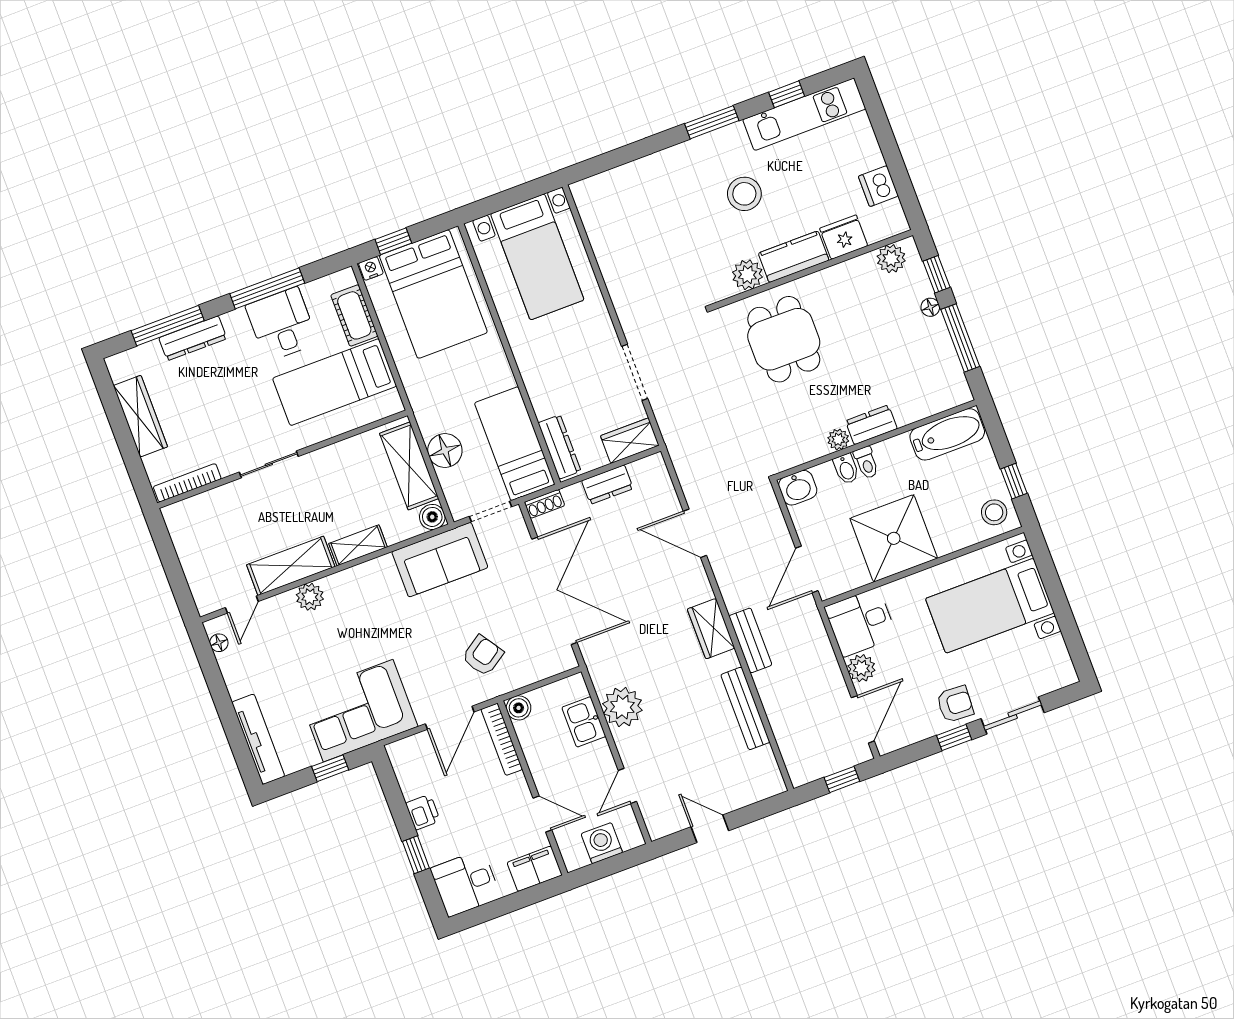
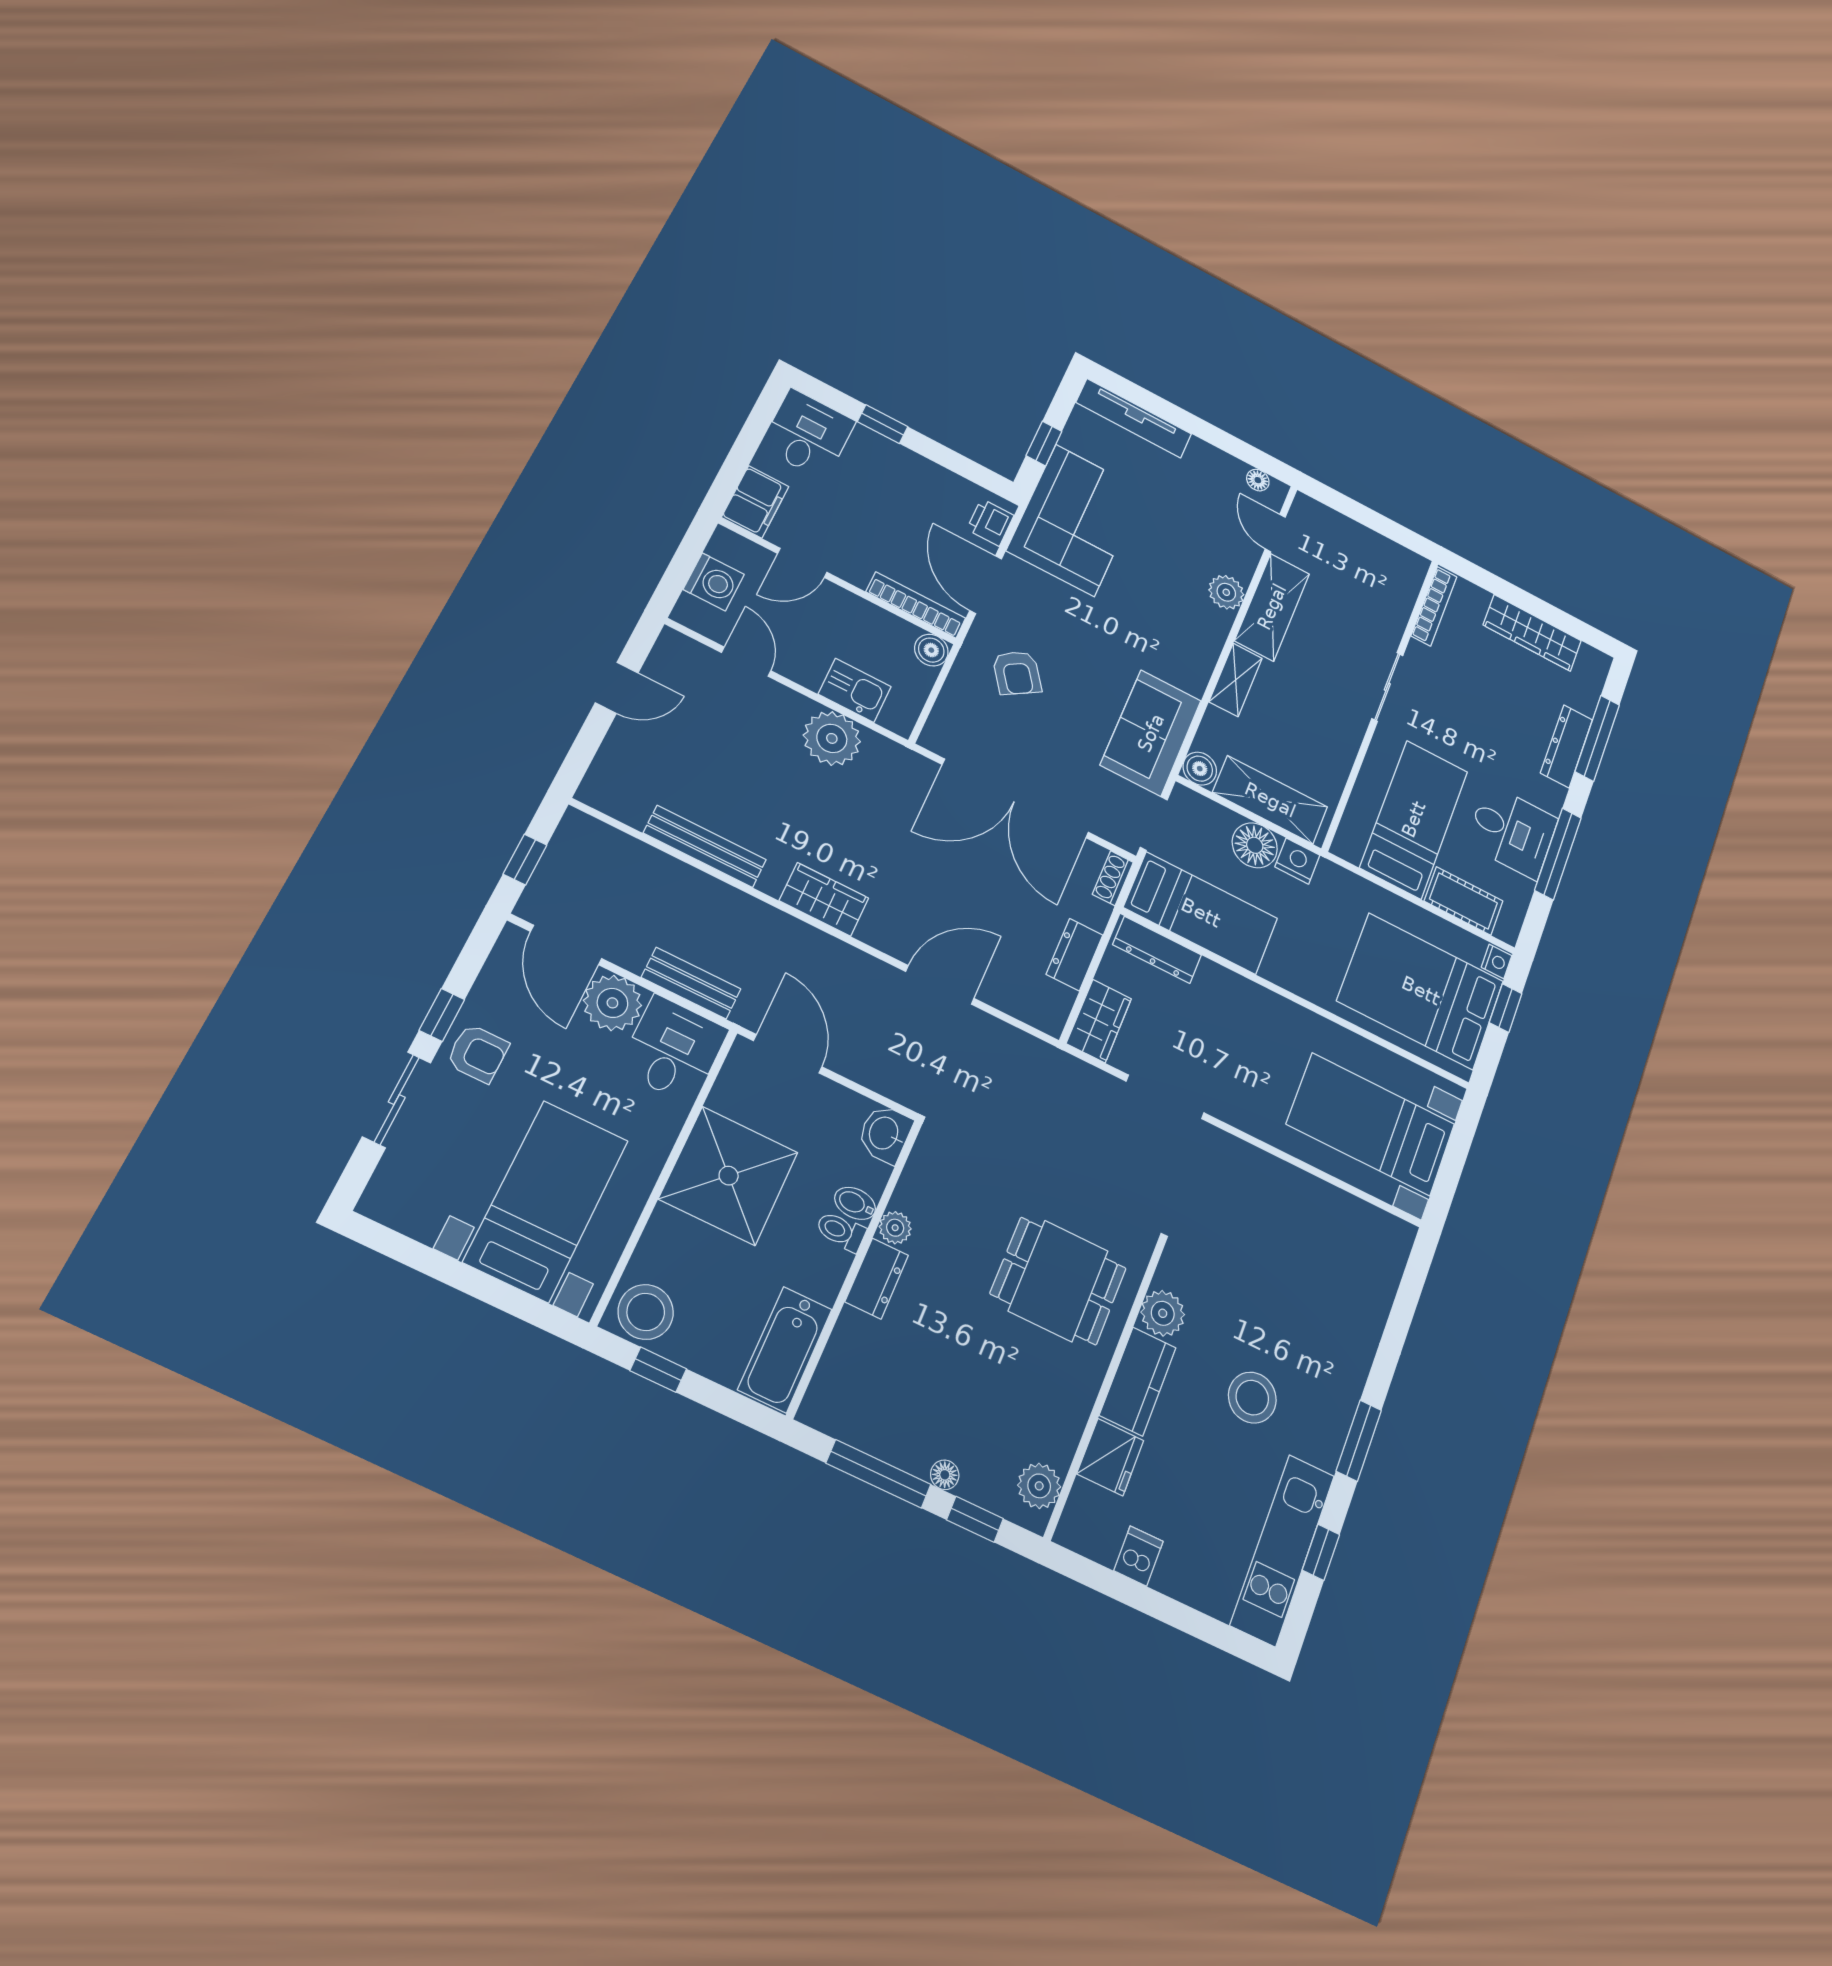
dishwasher: (878, 186) -> (1138, 1556), width x0.73
nightstand: (429, 421) -> (1297, 861), added
stool: (994, 512) -> (646, 1312), width x1.38, depth x1.38
bench: (750, 640) -> (691, 983), moved
plant: (861, 668) -> (612, 1003), width x1.36, depth x1.36
armchair: (955, 704) -> (478, 1053), turned -93
printer: (423, 812) -> (990, 522), moved, turned 90

